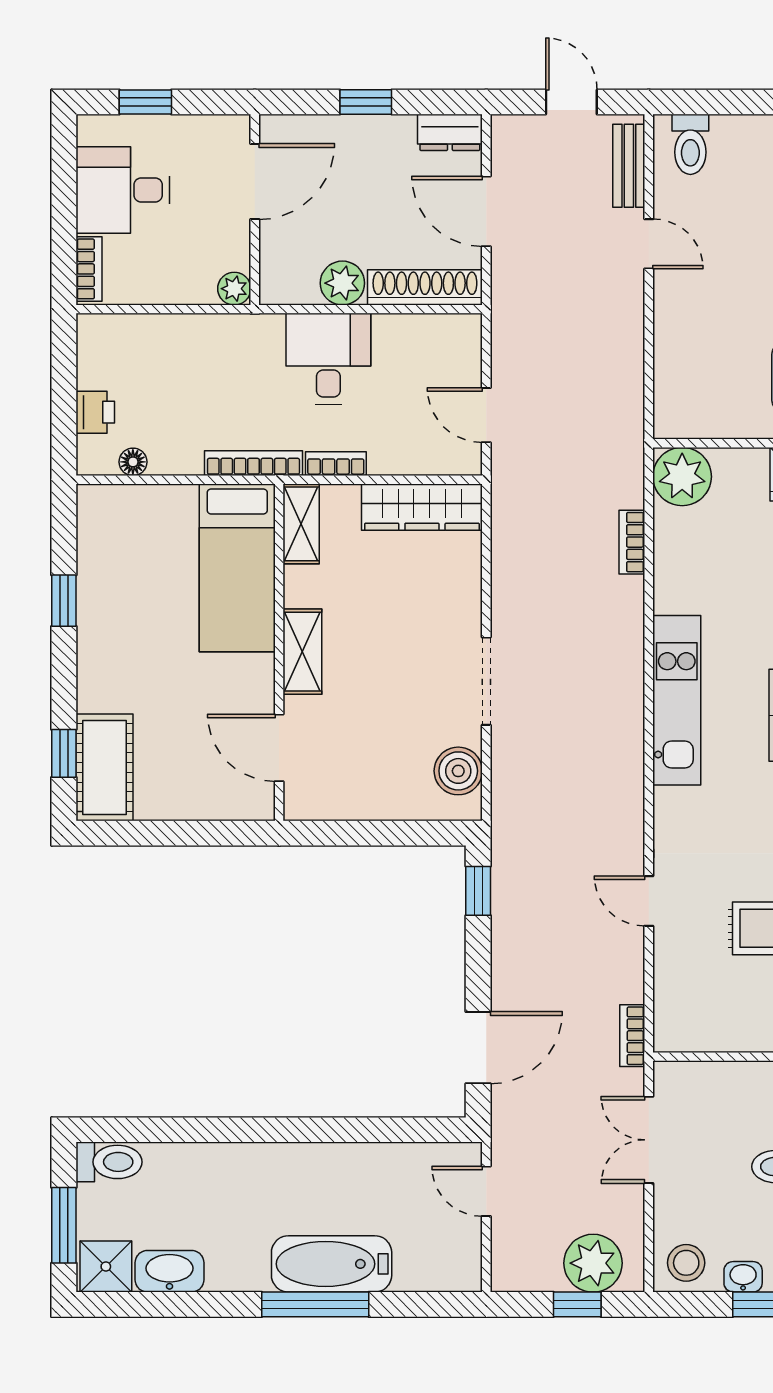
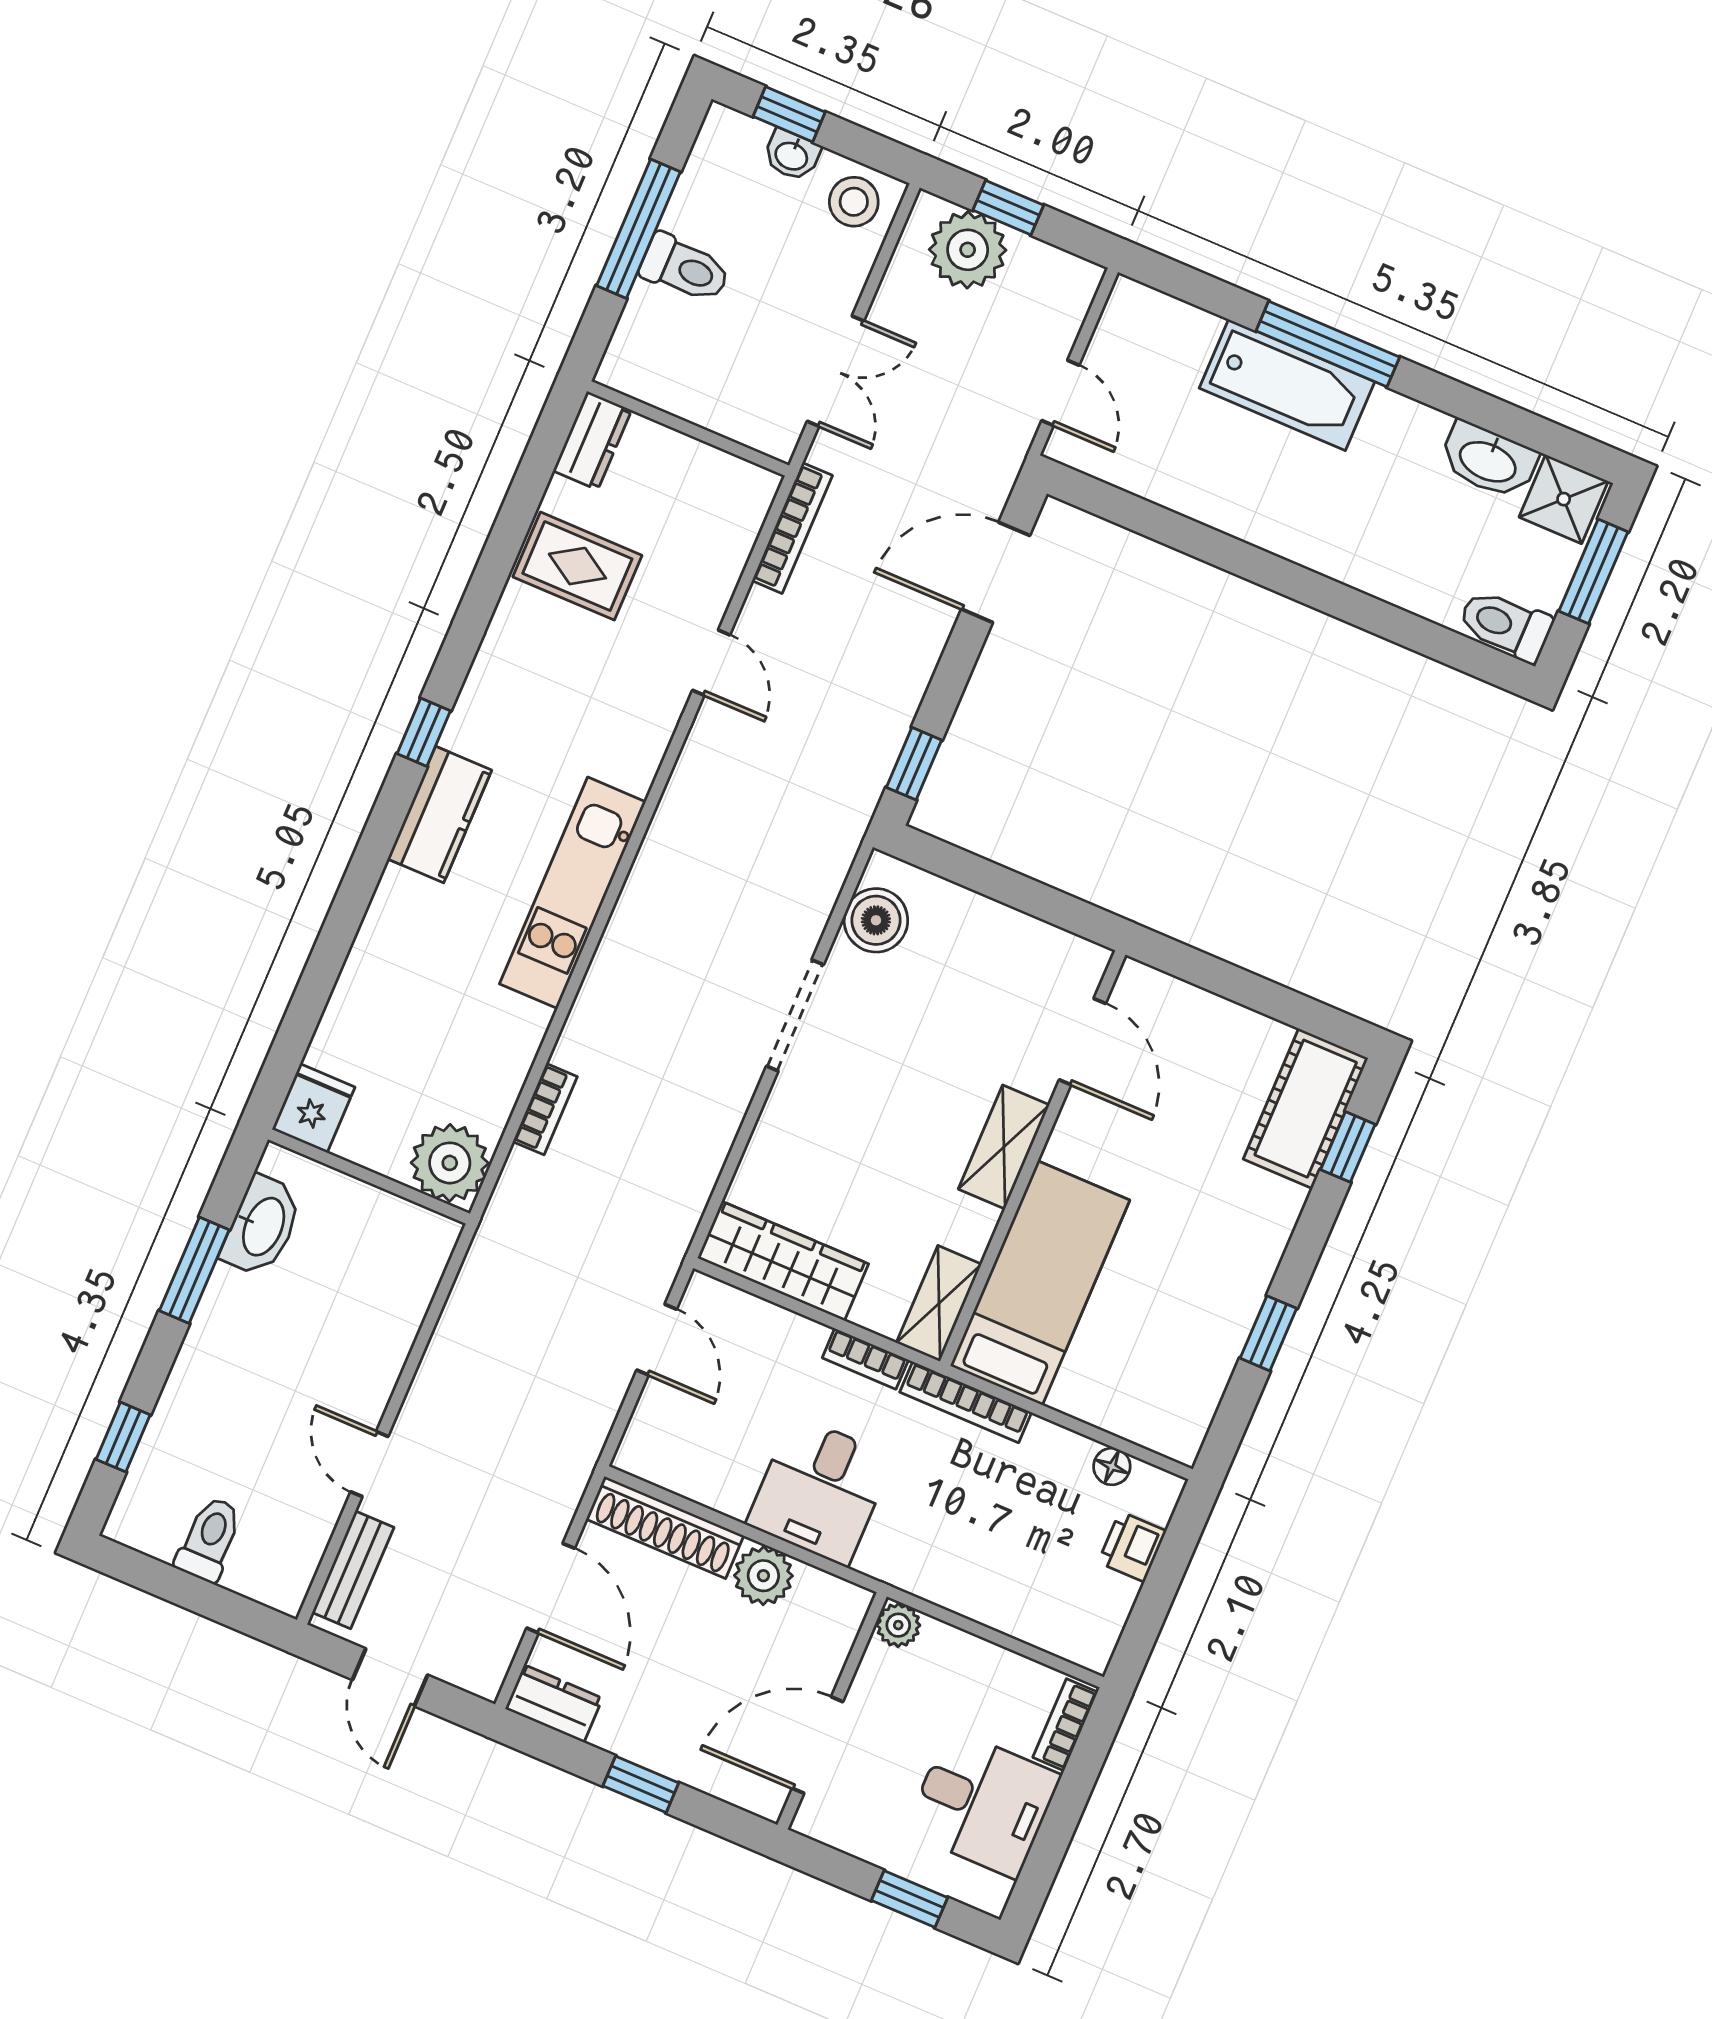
toilet: (690, 144) -> (209, 1539), moved
bookcase: (632, 1036) -> (792, 528), width x1.56

